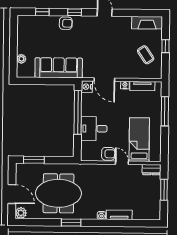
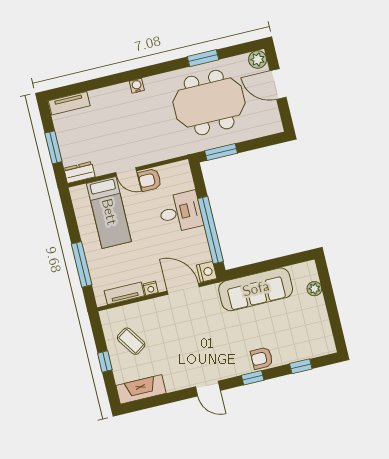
window: (34, 160) -> (221, 152), moved
tv unit: (119, 215) -> (69, 103), moved
window: (71, 223) -> (203, 58), moved

